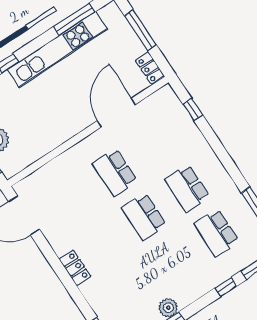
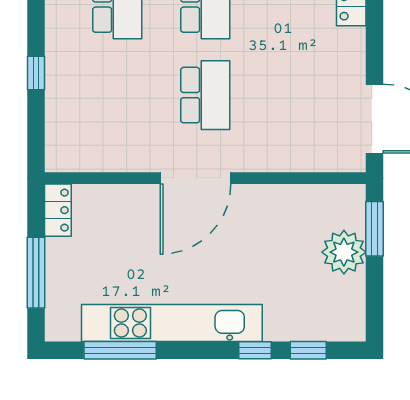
window: (193, 110) -> (36, 73), moved
door: (116, 113) -> (196, 178), moved

